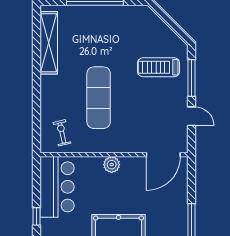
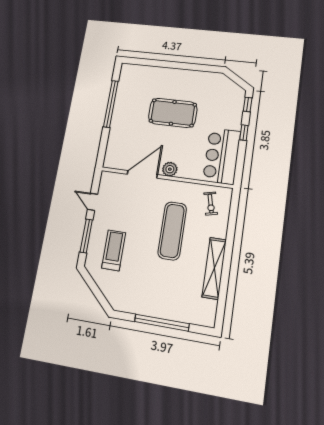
shelving: (49, 43) -> (214, 268), moved
treadmill: (159, 67) -> (114, 250), turned -90
door: (163, 155) -> (142, 174), moved

